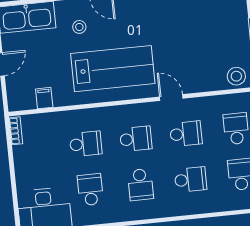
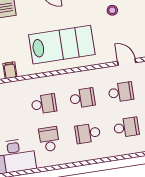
stool: (79, 27) -> (112, 10), moved
door: (171, 98) -> (127, 62), moved
school desk: (140, 185) -> (88, 133), turned 90

